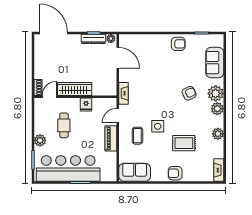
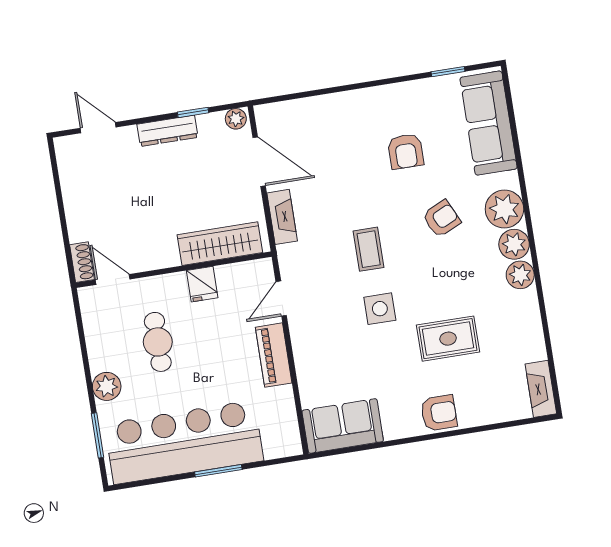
door: (54, 33) -> (98, 128), width x0.53
dresser: (93, 39) -> (167, 131), moved
armchair: (178, 44) -> (406, 151), moved, turned 90
sofa: (215, 63) -> (489, 123), width x1.36
wardrobe: (75, 89) -> (220, 244), moved
fireplace: (123, 93) -> (282, 217), moved
door: (49, 97) -> (113, 279), hinge flipped
plant: (218, 134) -> (520, 275), moved
coffee table: (137, 136) -> (369, 249), moved
armchair: (175, 173) -> (439, 413), turned 180

